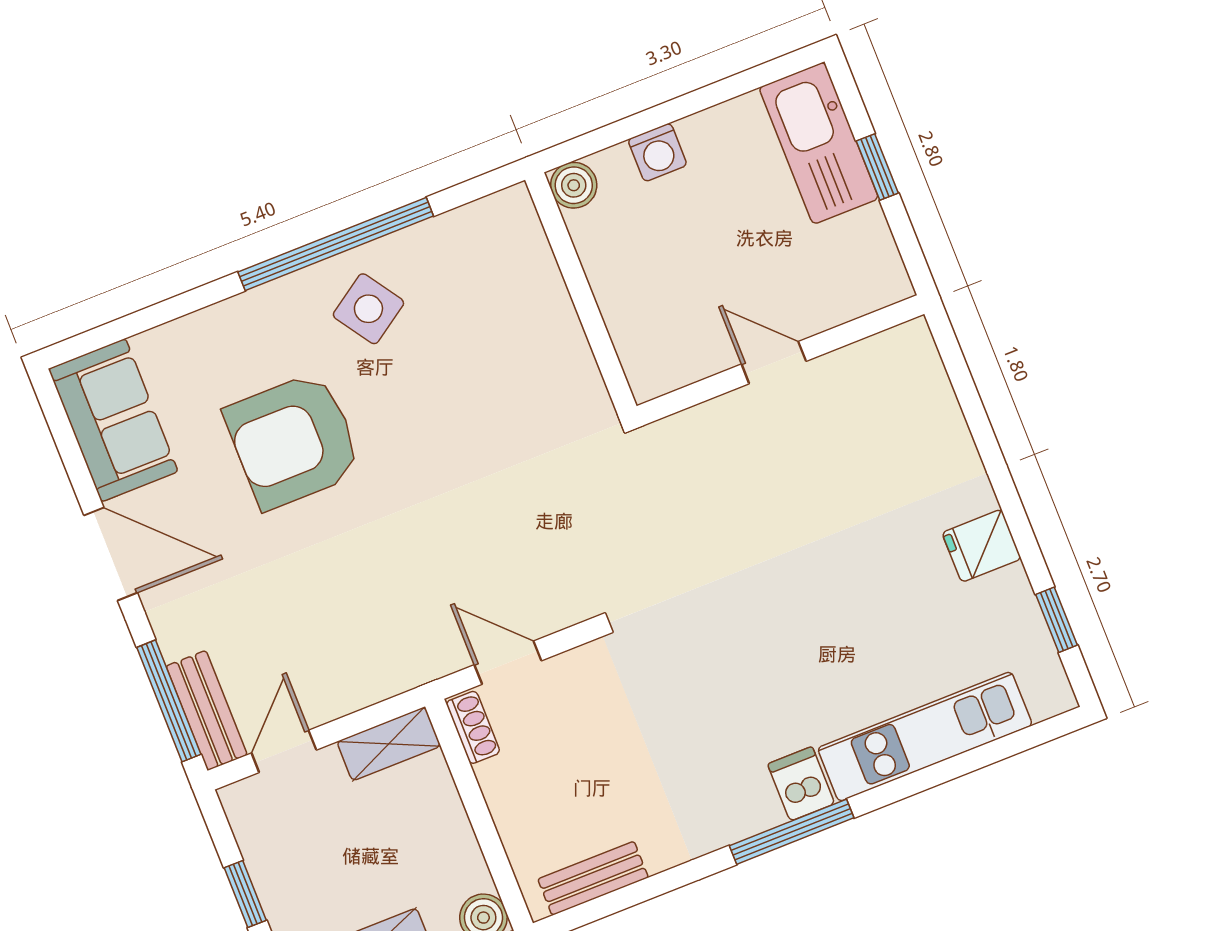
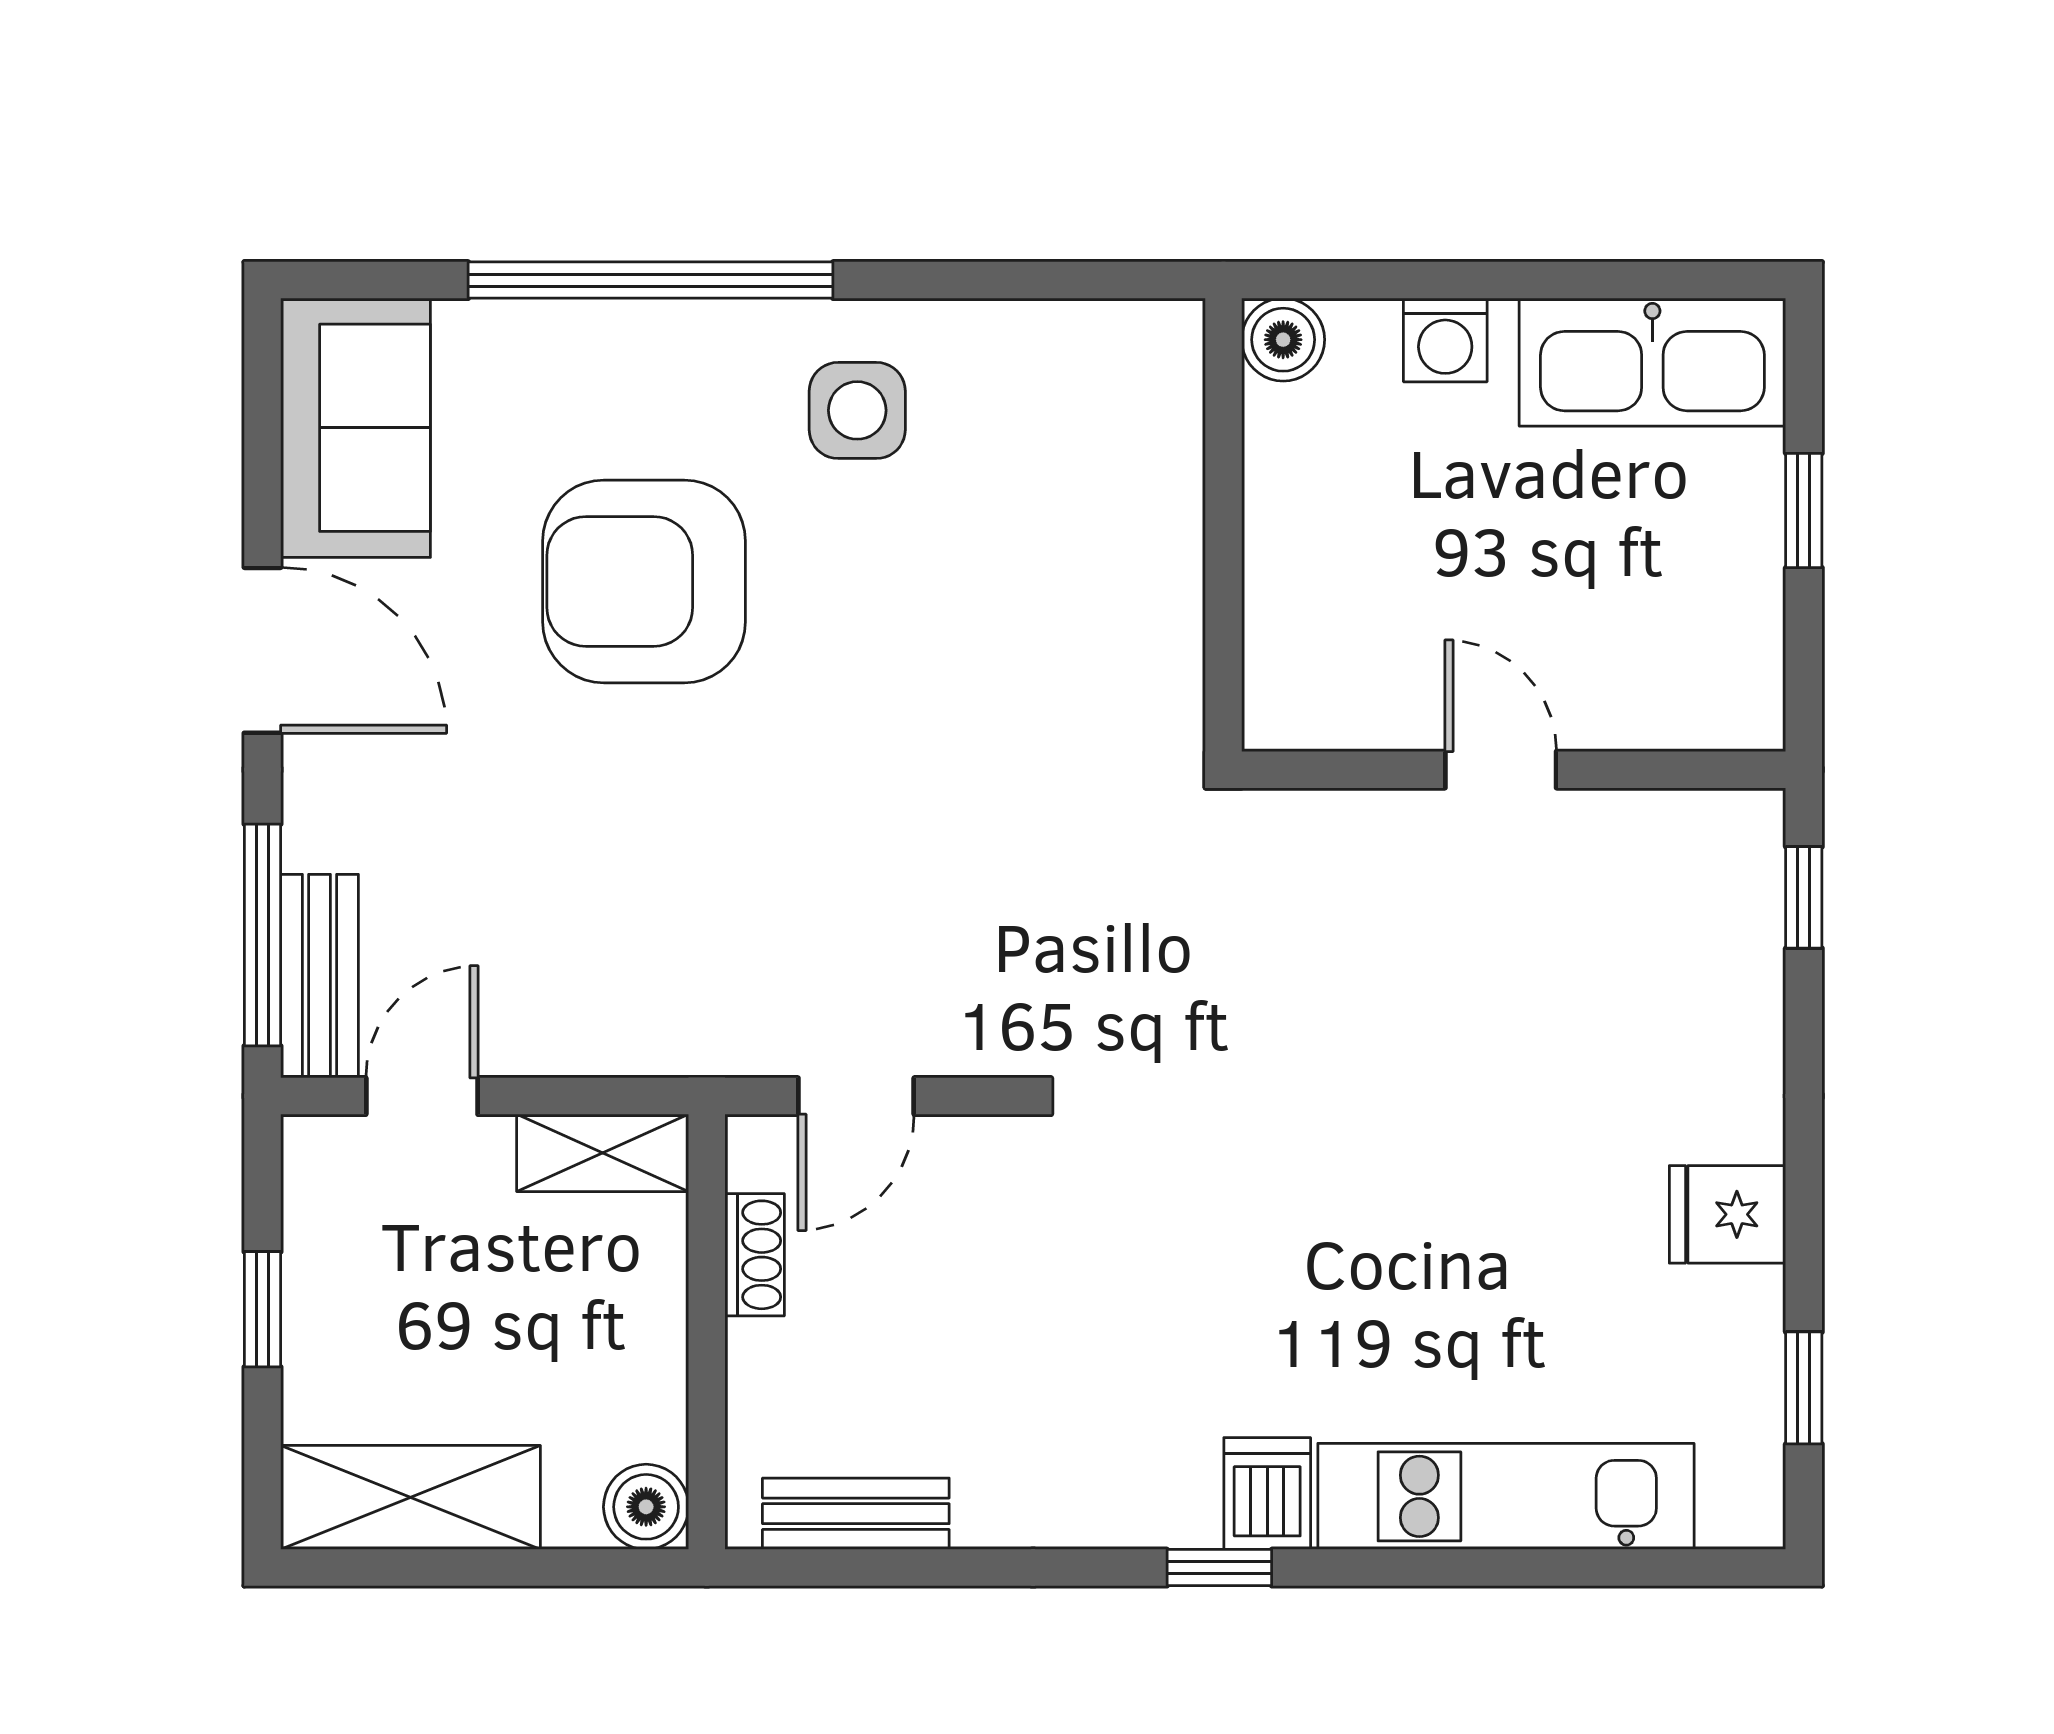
kitchen sink: (819, 143) -> (1652, 362), moved, turned -90
window: (336, 244) -> (651, 280), moved
side table: (368, 309) -> (857, 410), turned 34
window: (956, 367) -> (1804, 897), added
door: (508, 663) -> (856, 1096), swing flipped
shoe rack: (473, 727) -> (755, 1255), moved
window: (792, 832) -> (1219, 1568), width x0.46

